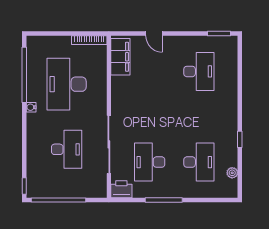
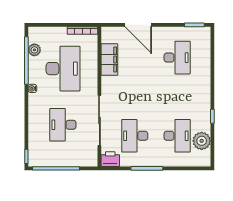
door: (154, 34) -> (138, 25), width x1.87
filing cabinet: (120, 57) -> (109, 59), moved
plant: (33, 63) -> (34, 50), added
desk: (67, 84) -> (63, 69), turned 180
desk: (67, 149) -> (63, 125), turned 180
plant: (232, 173) -> (202, 141), width x1.87, depth x1.87

